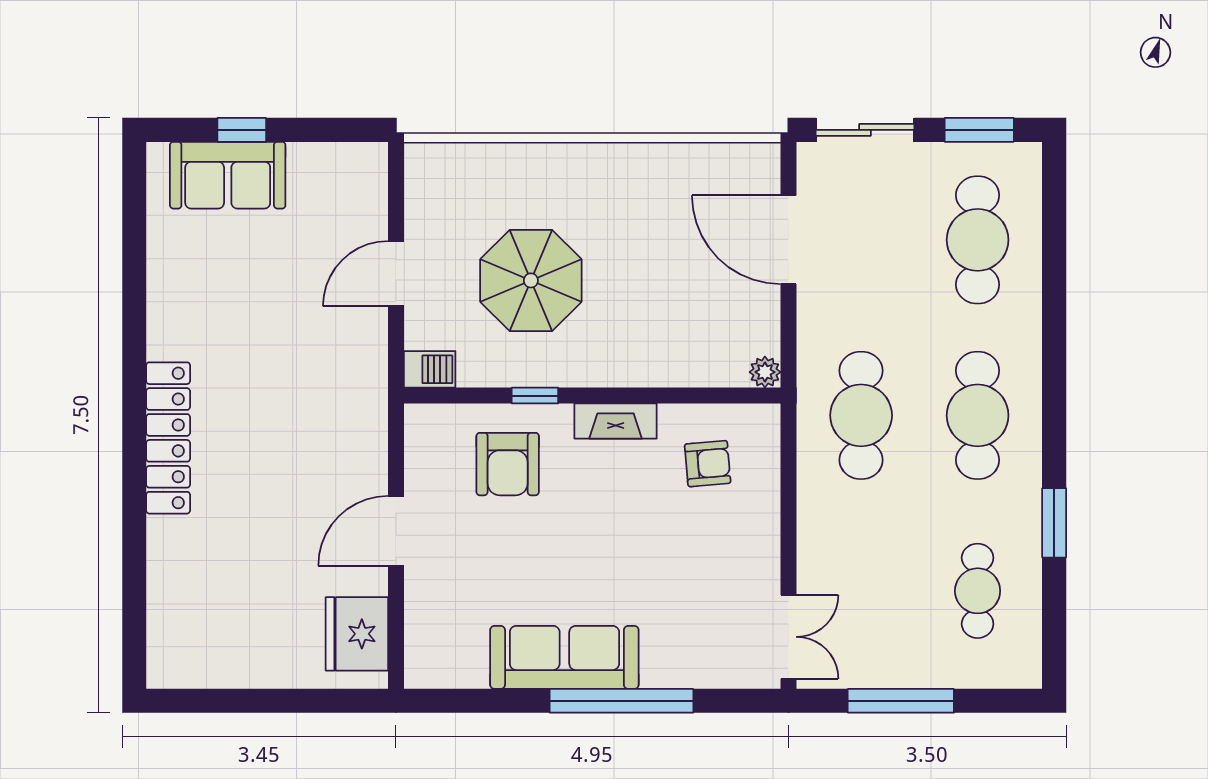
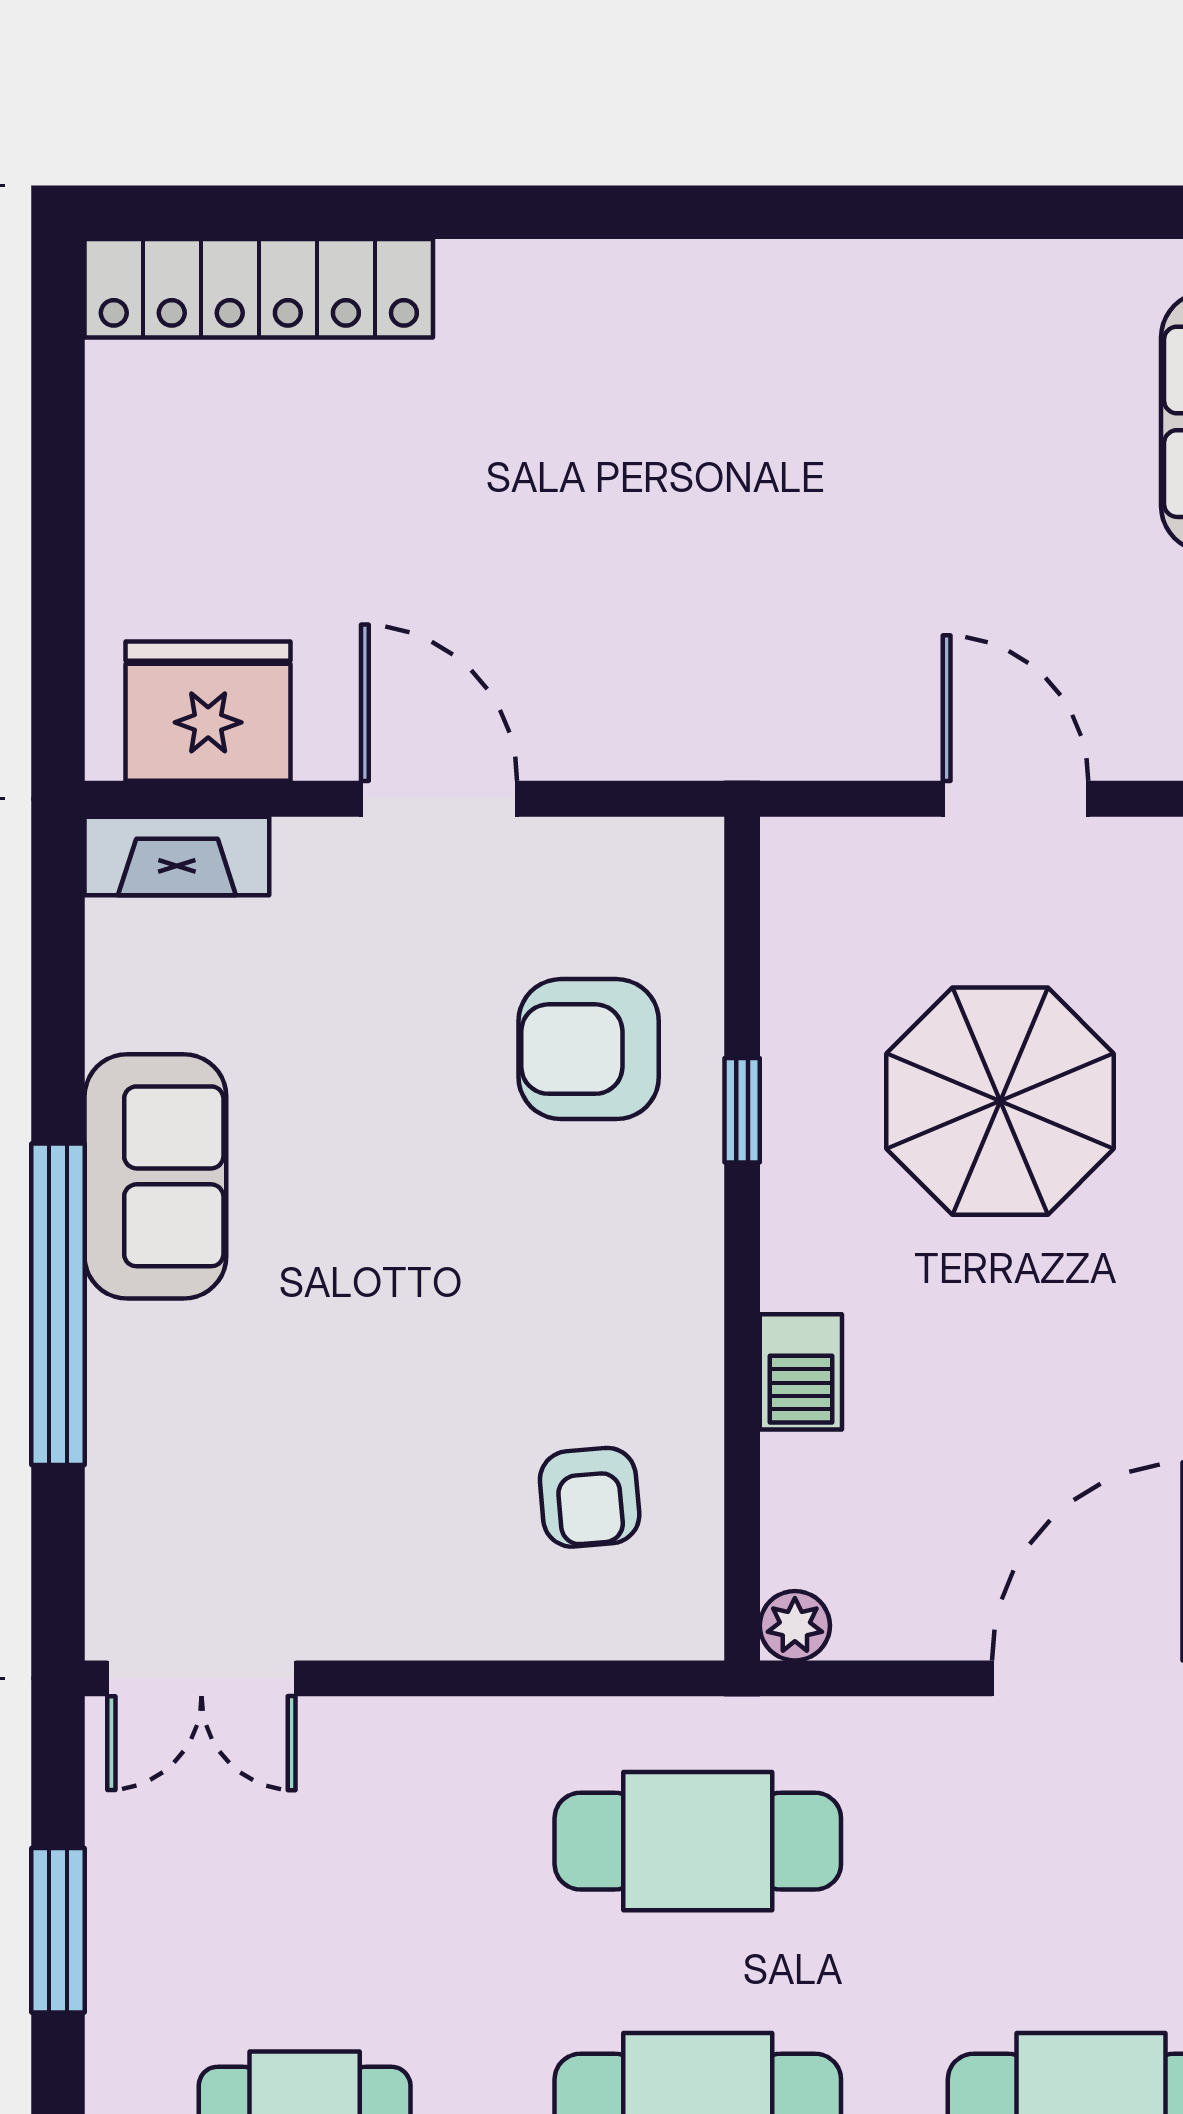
barbecue: (430, 369) -> (801, 1372), moved
fireplace: (616, 421) -> (177, 856), moved, turned -90
locker: (168, 438) -> (259, 288), moved
sofa: (564, 657) -> (155, 1176), width x0.73
window: (901, 701) -> (58, 1930), width x0.69

